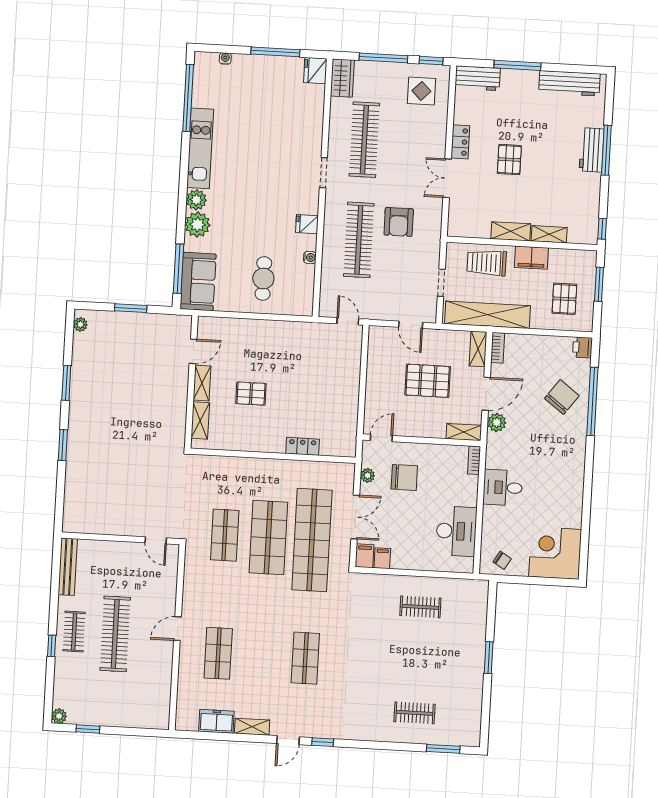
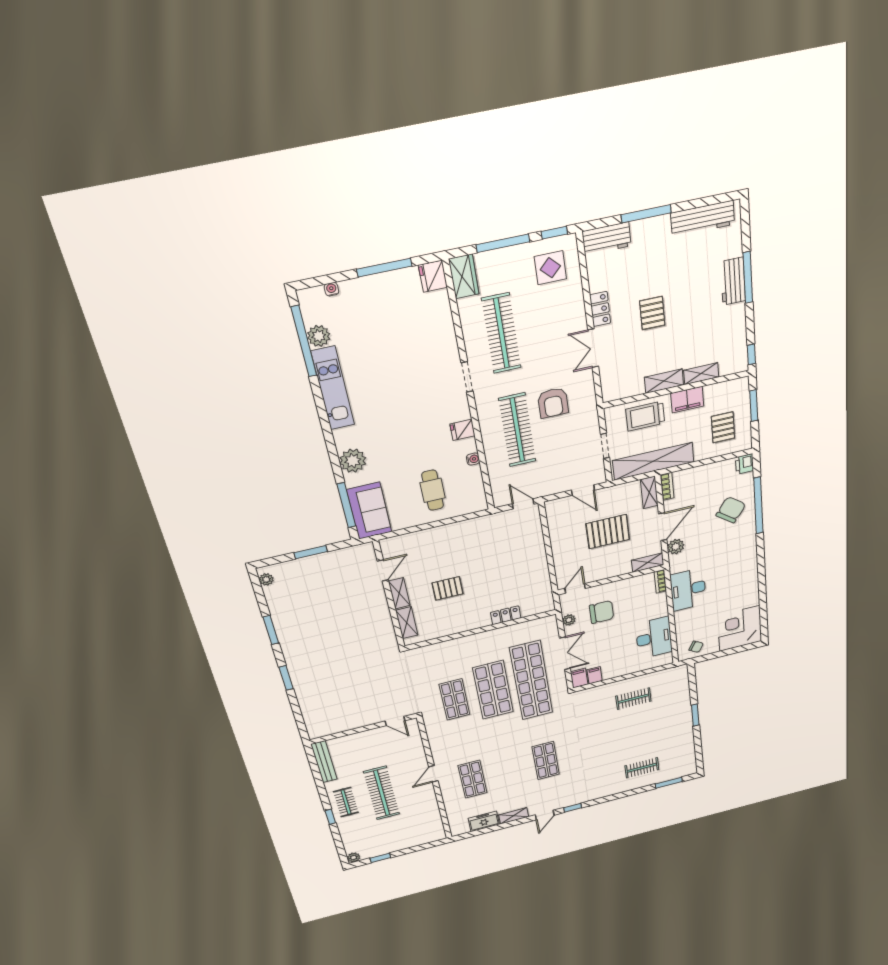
plant: (196, 200) -> (319, 336), moved
desk: (503, 488) -> (688, 589), width x1.37

